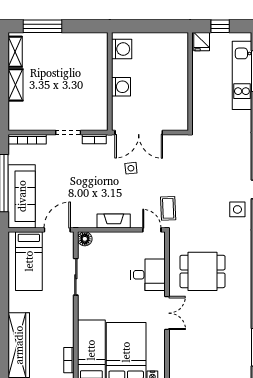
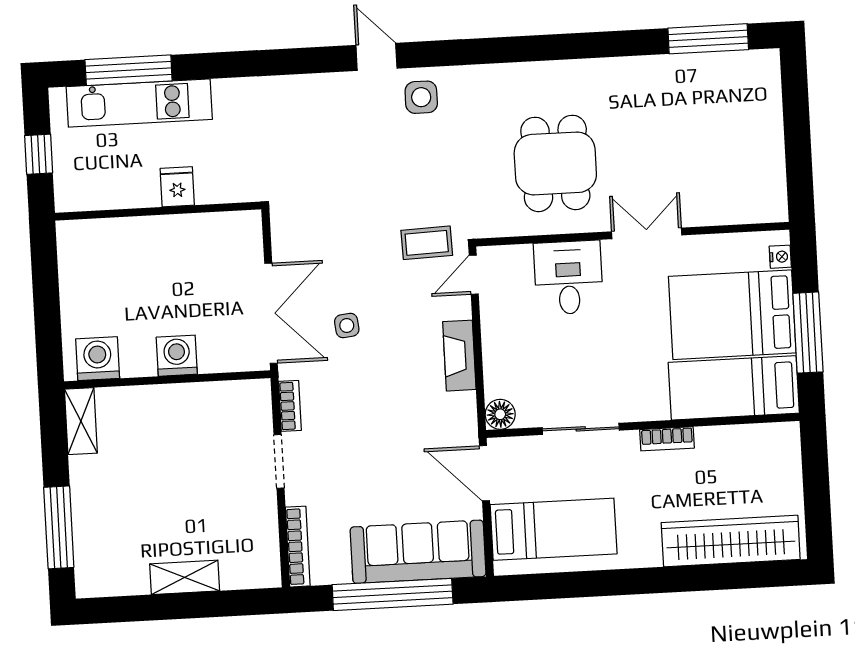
fridge: (202, 42) -> (177, 187), moved, turned -90
shelving: (15, 52) -> (81, 421), moved, turned 90
bookcase: (69, 360) -> (667, 439), moved

